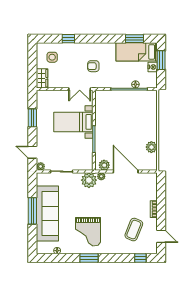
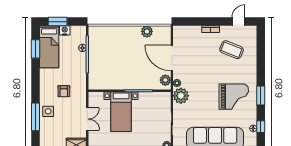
window: (68, 39) -> (36, 117), width x2.17
side table: (52, 57) -> (48, 111), moved
double door: (80, 89) -> (87, 119), moved
door: (126, 171) -> (172, 58), hinge flipped
window: (140, 258) -> (261, 127), moved

